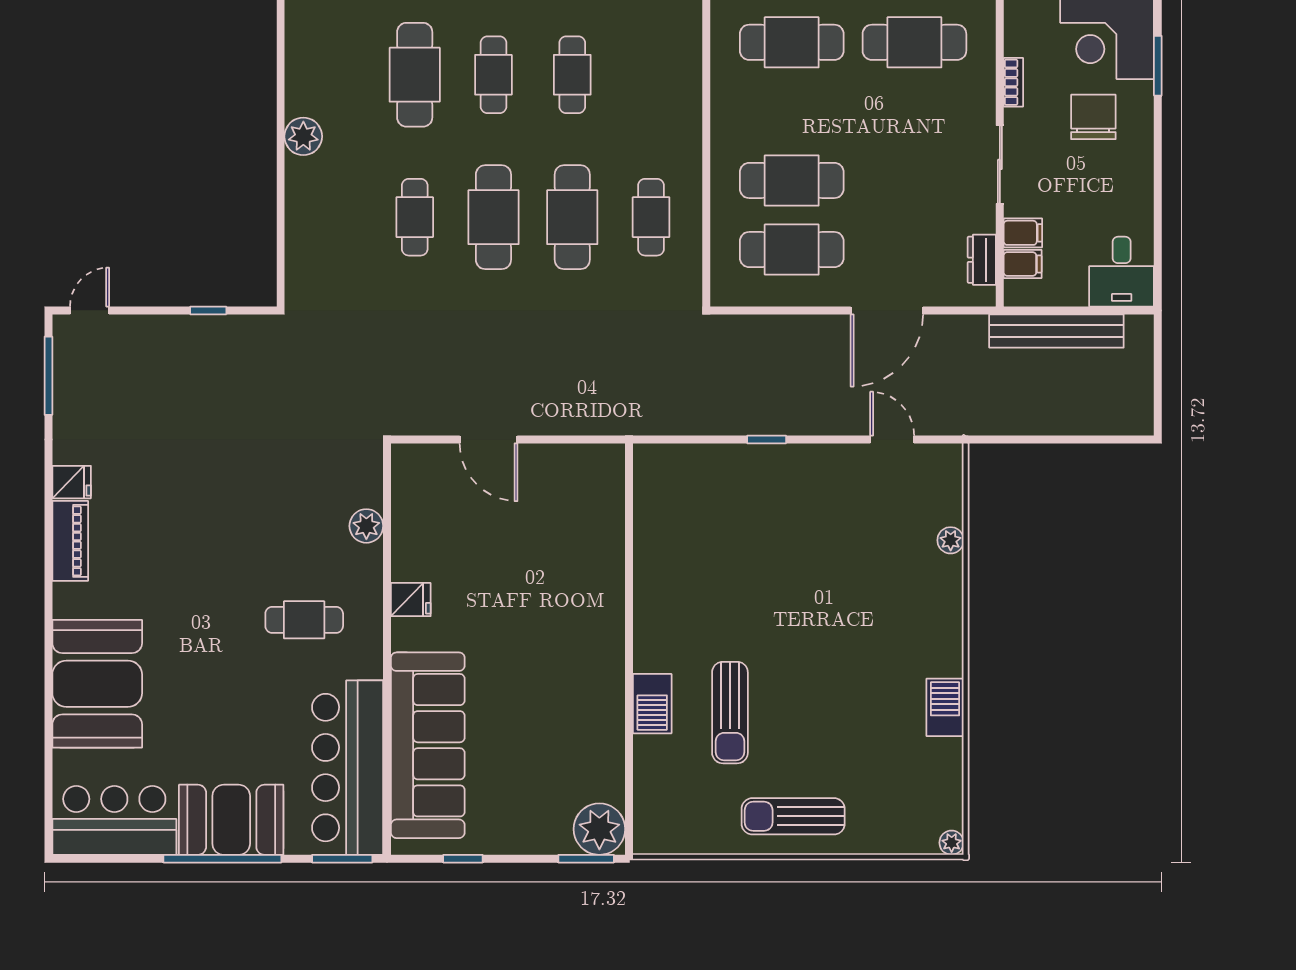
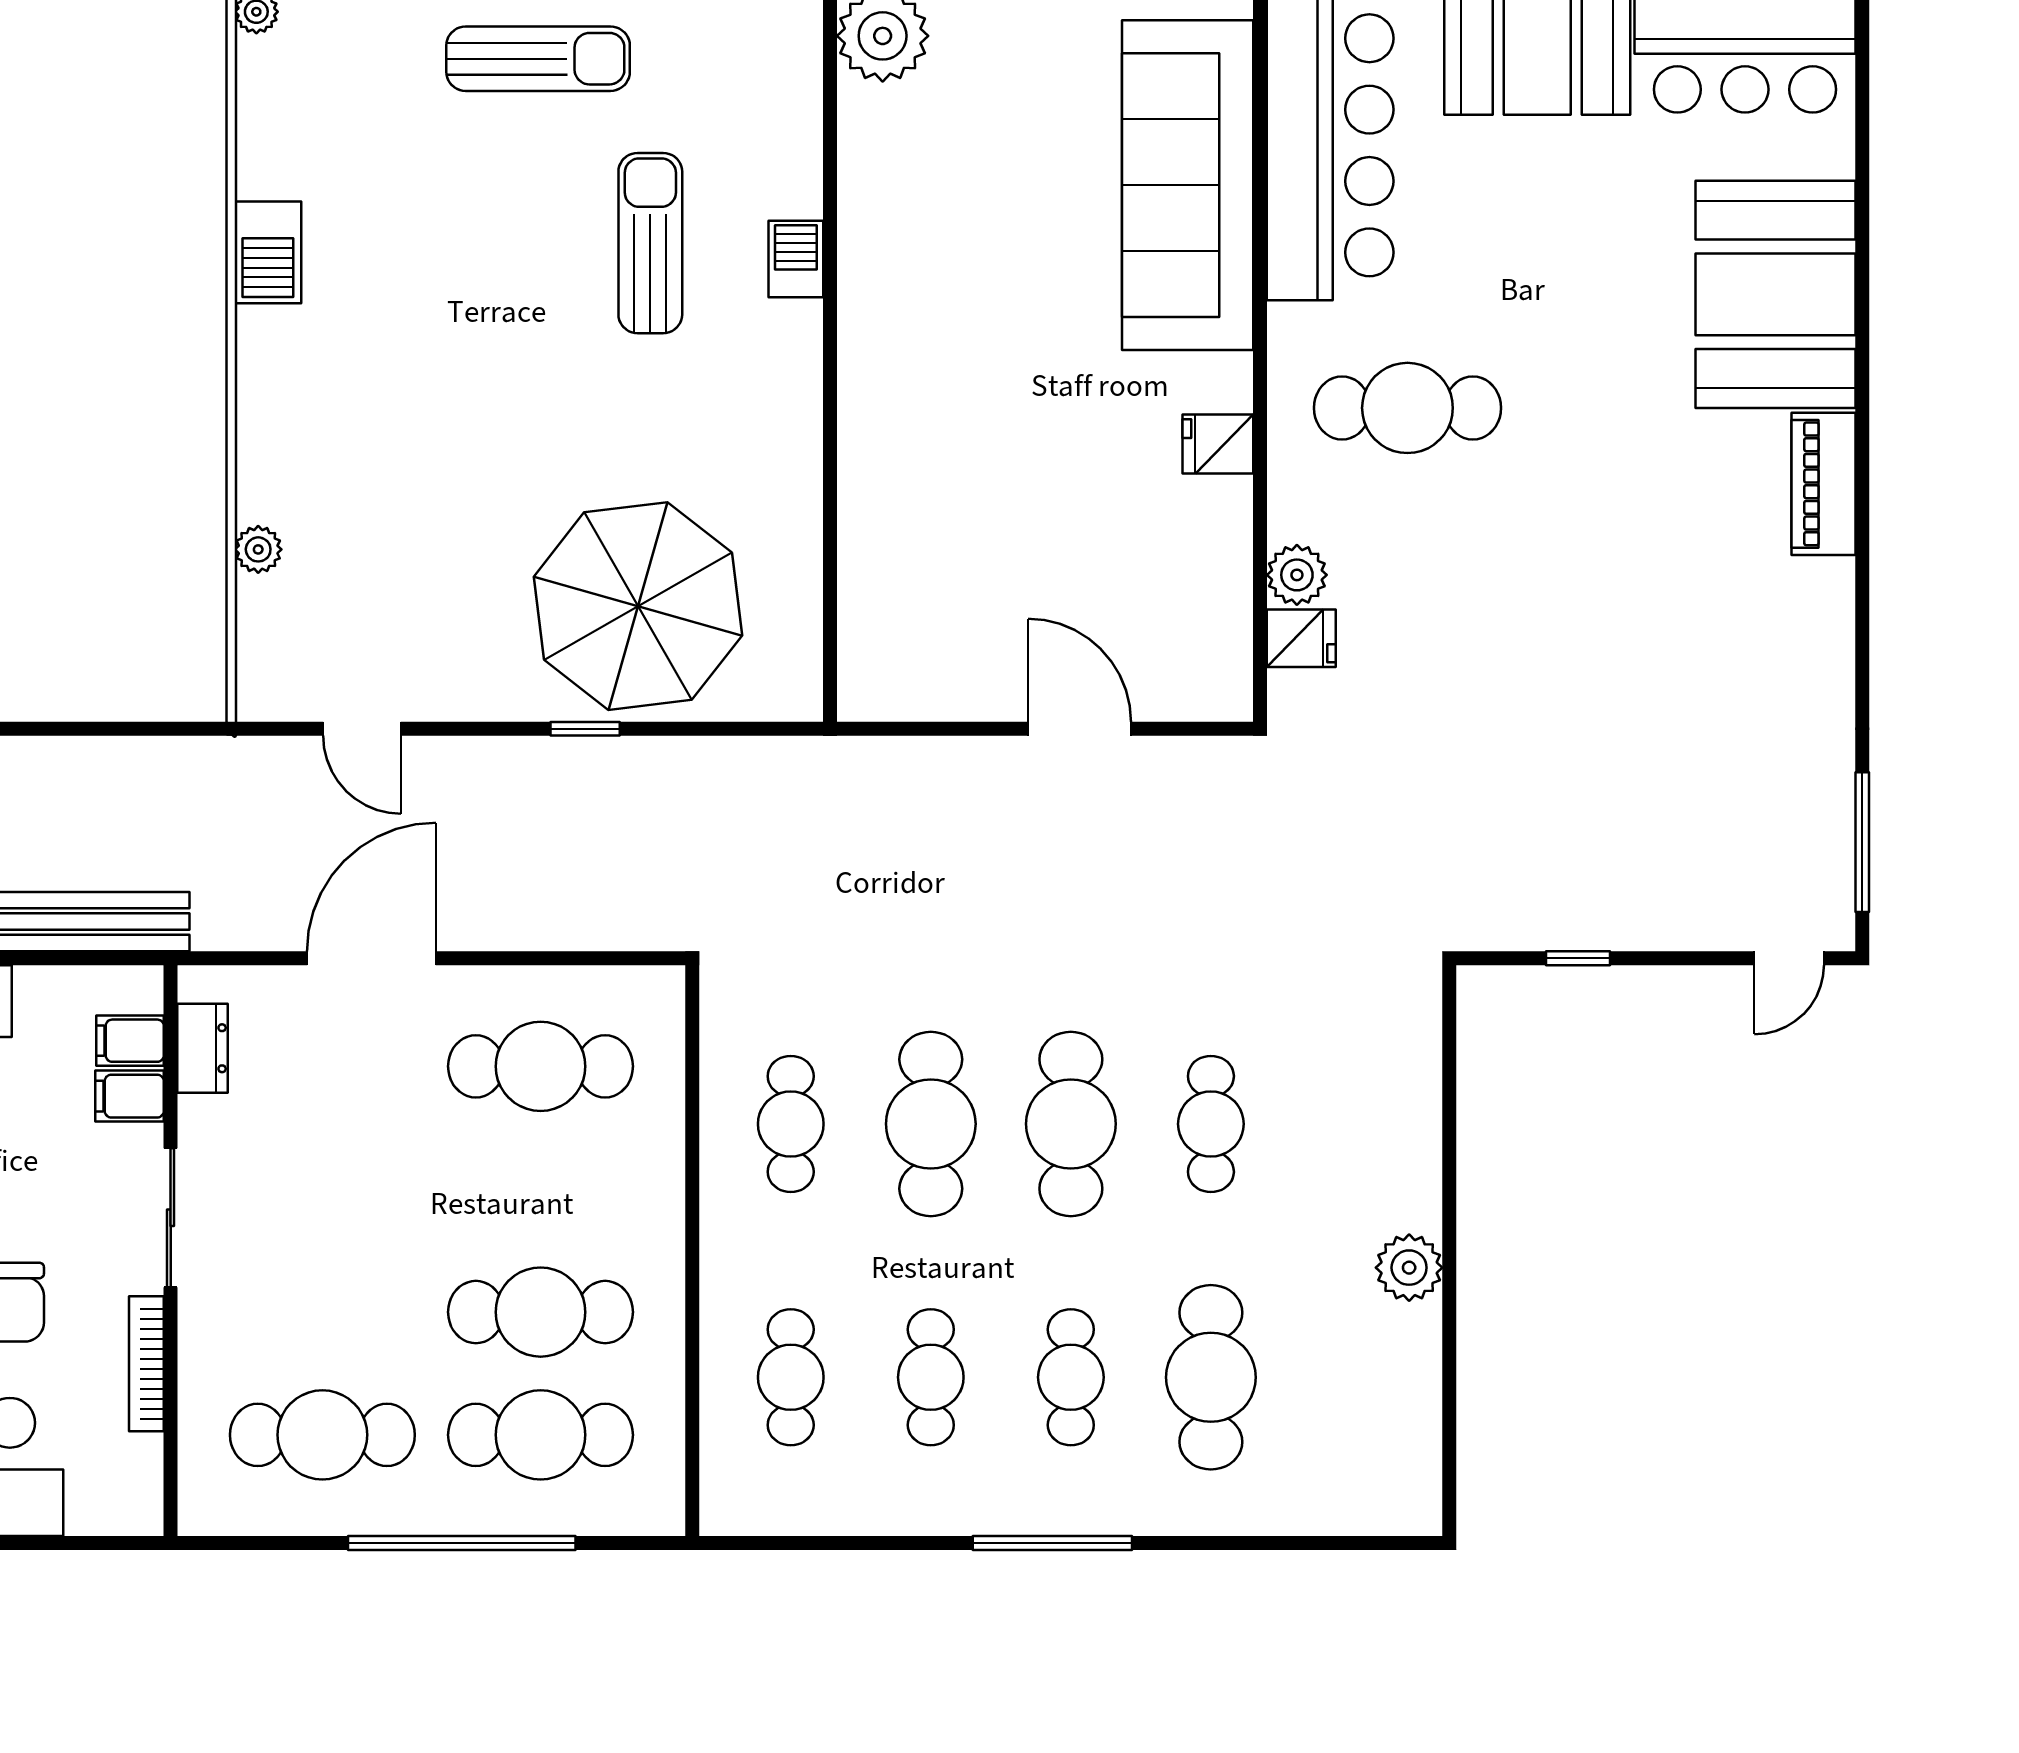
cafe table: (651, 75) -> (791, 1377), added
bookcase: (1013, 82) -> (146, 1364), width x1.56
cafe table: (792, 180) -> (541, 1312), moved
fridge: (72, 482) -> (1301, 638), moved, turned 180
parasol: (737, 508) -> (638, 606), added
piano: (70, 541) -> (1823, 484), moved
cafe table: (304, 620) -> (1407, 408), width x1.37, depth x1.35
barbecue: (652, 704) -> (796, 259), width x0.73, depth x0.79

